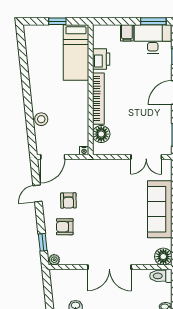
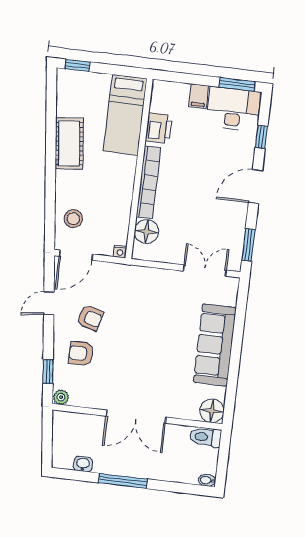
window: (57, 21) -> (77, 65), moved
cot: (38, 78) -> (69, 144), added
stool: (41, 119) -> (73, 219), moved
double door: (146, 157) -> (205, 271), swing flipped
armchair: (68, 200) -> (90, 318), turned -74

